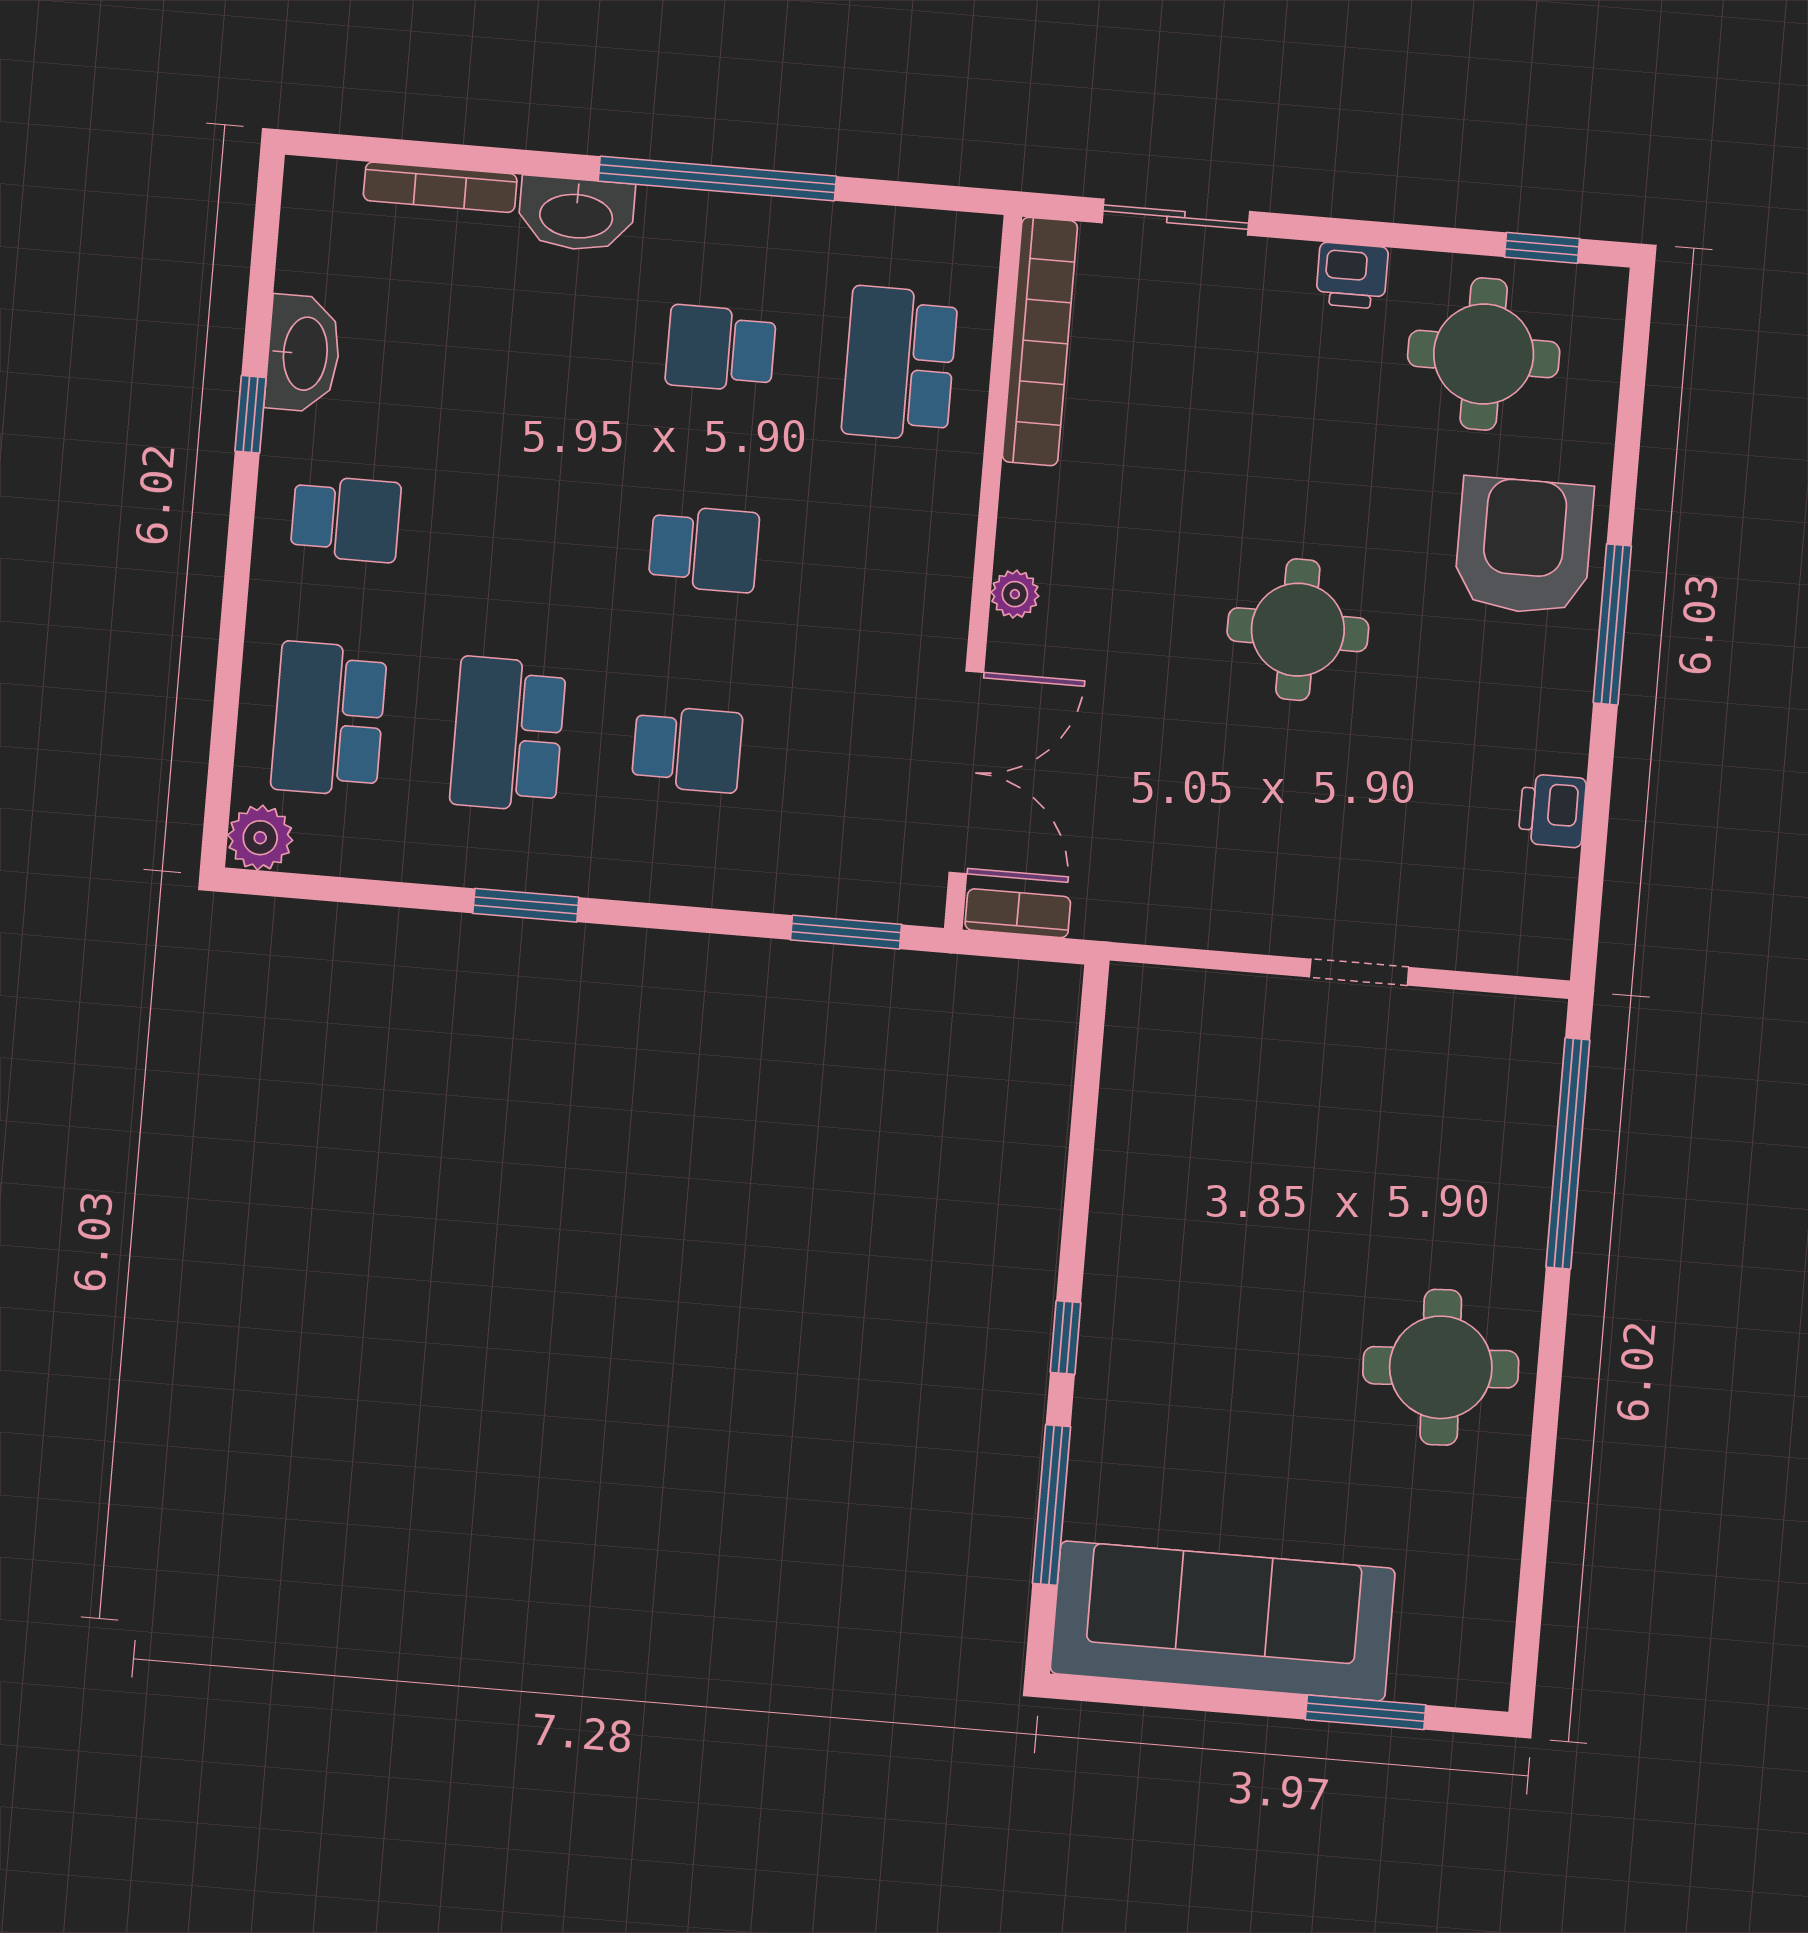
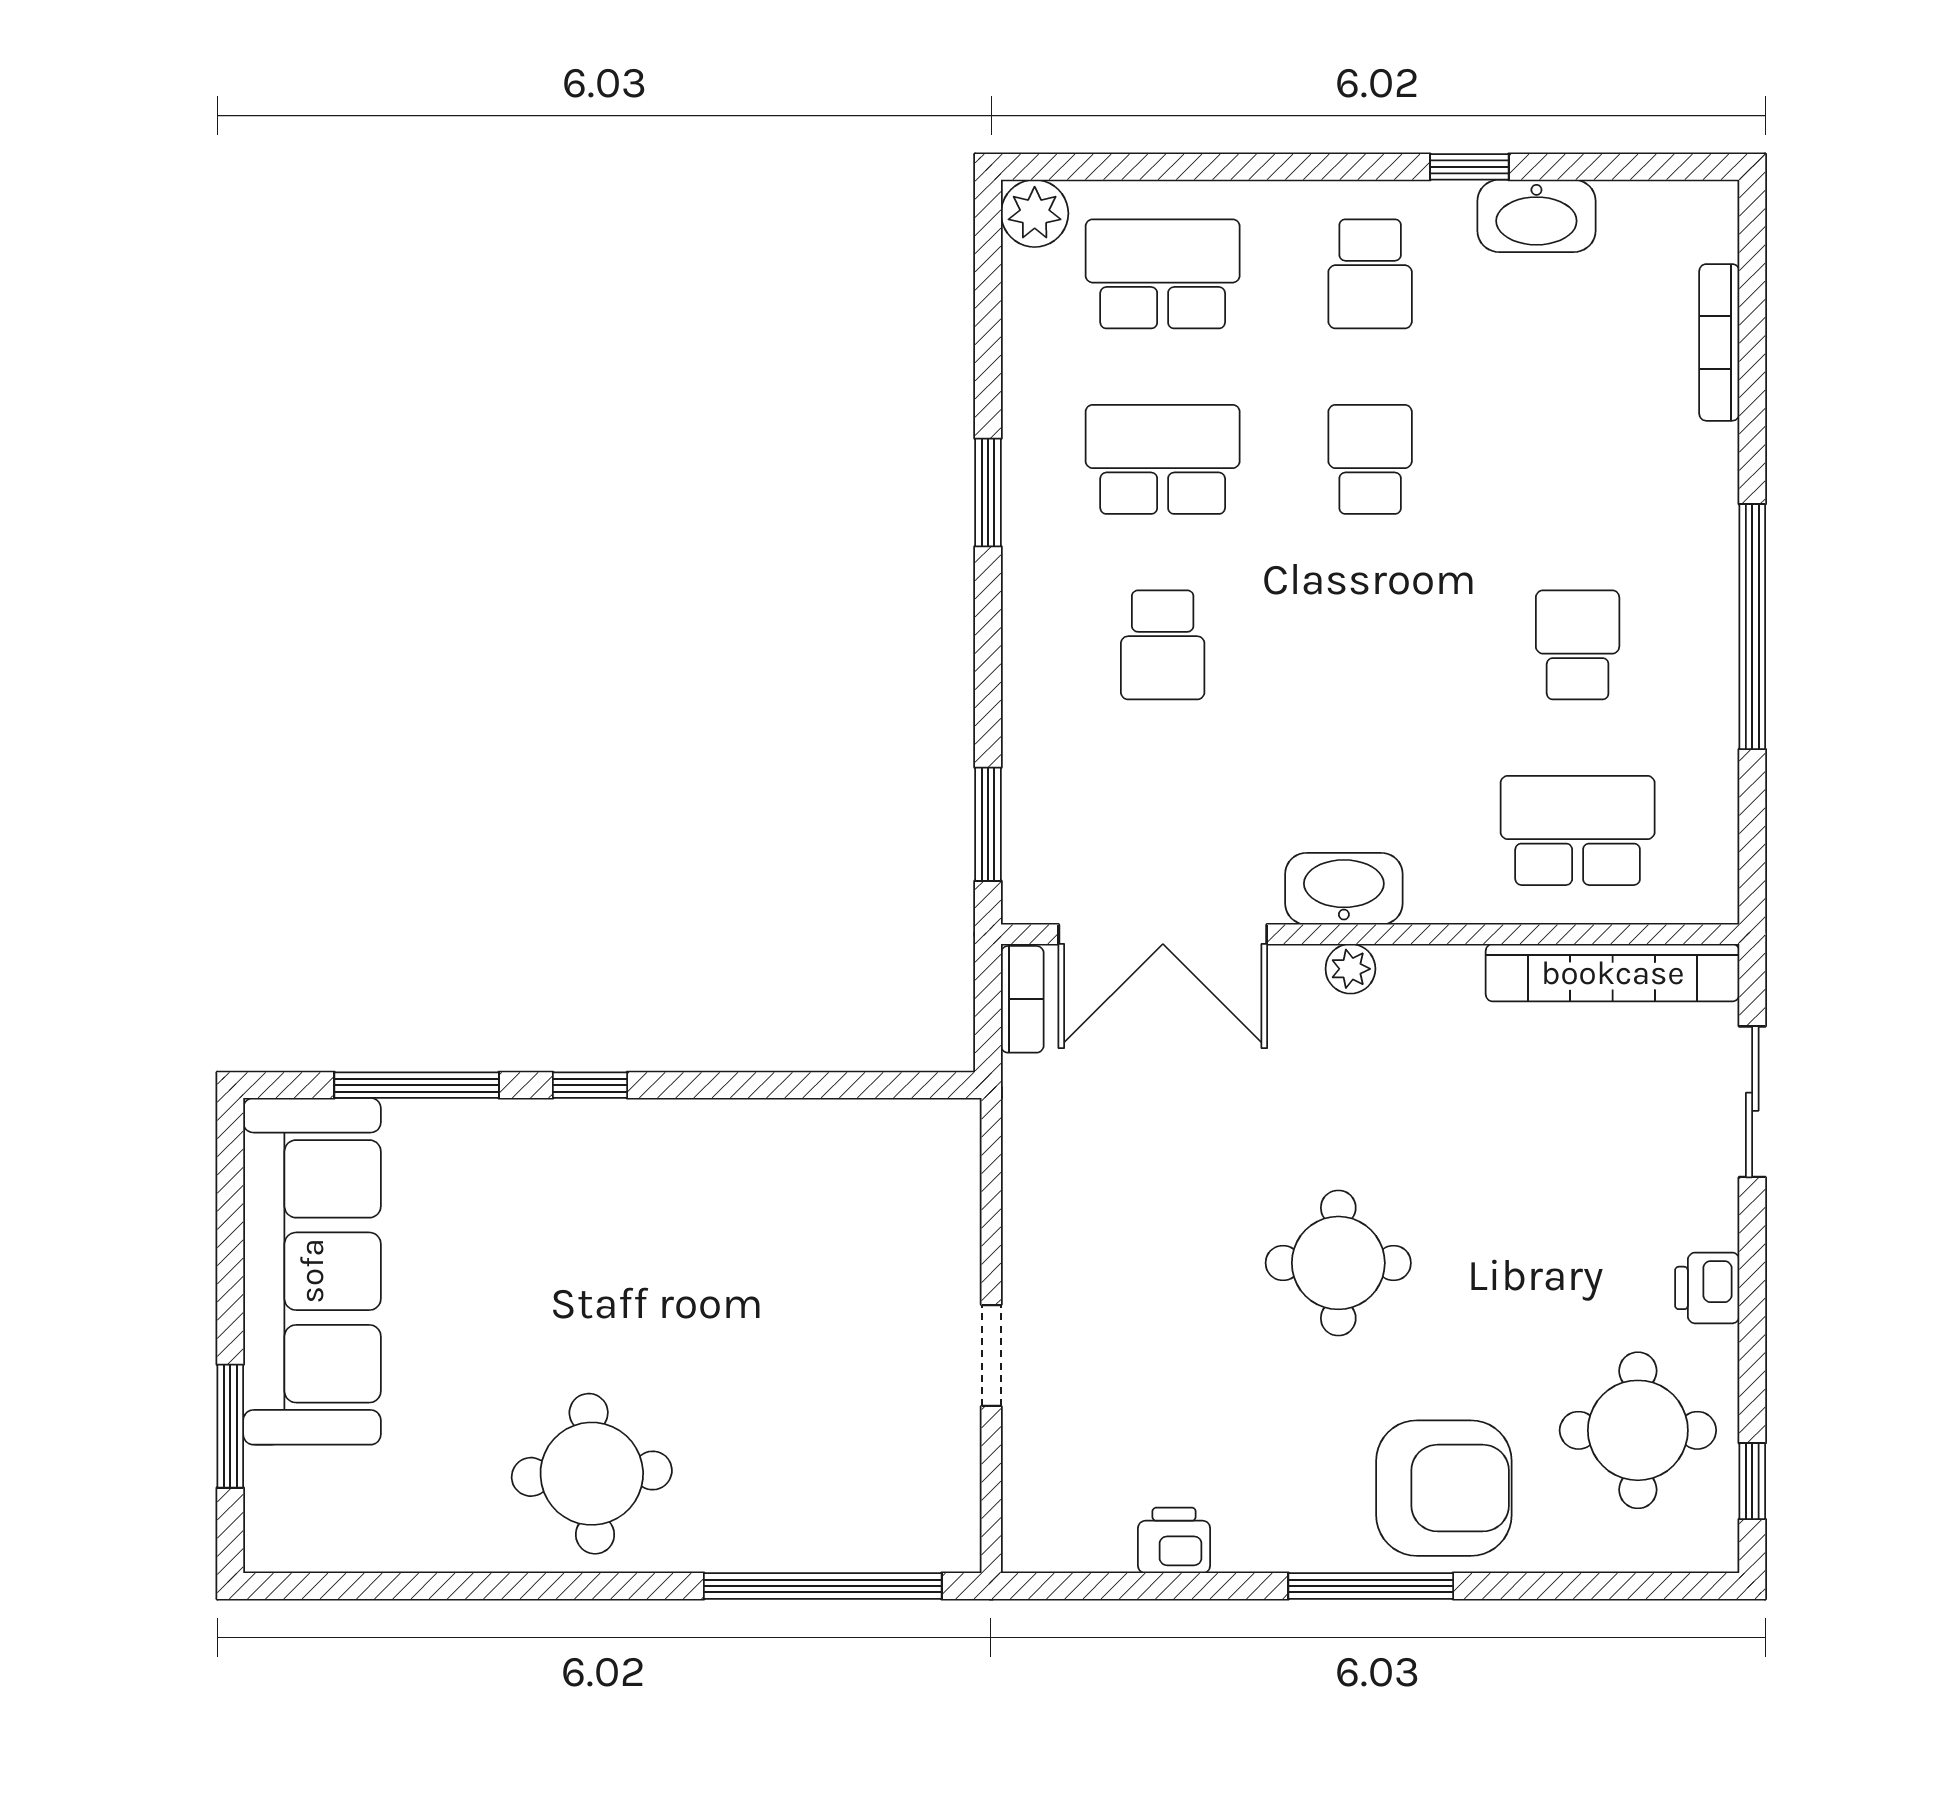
washbasin: (576, 214) -> (1344, 889), moved, turned 90
school desk: (704, 549) -> (1370, 459), moved, turned 180

